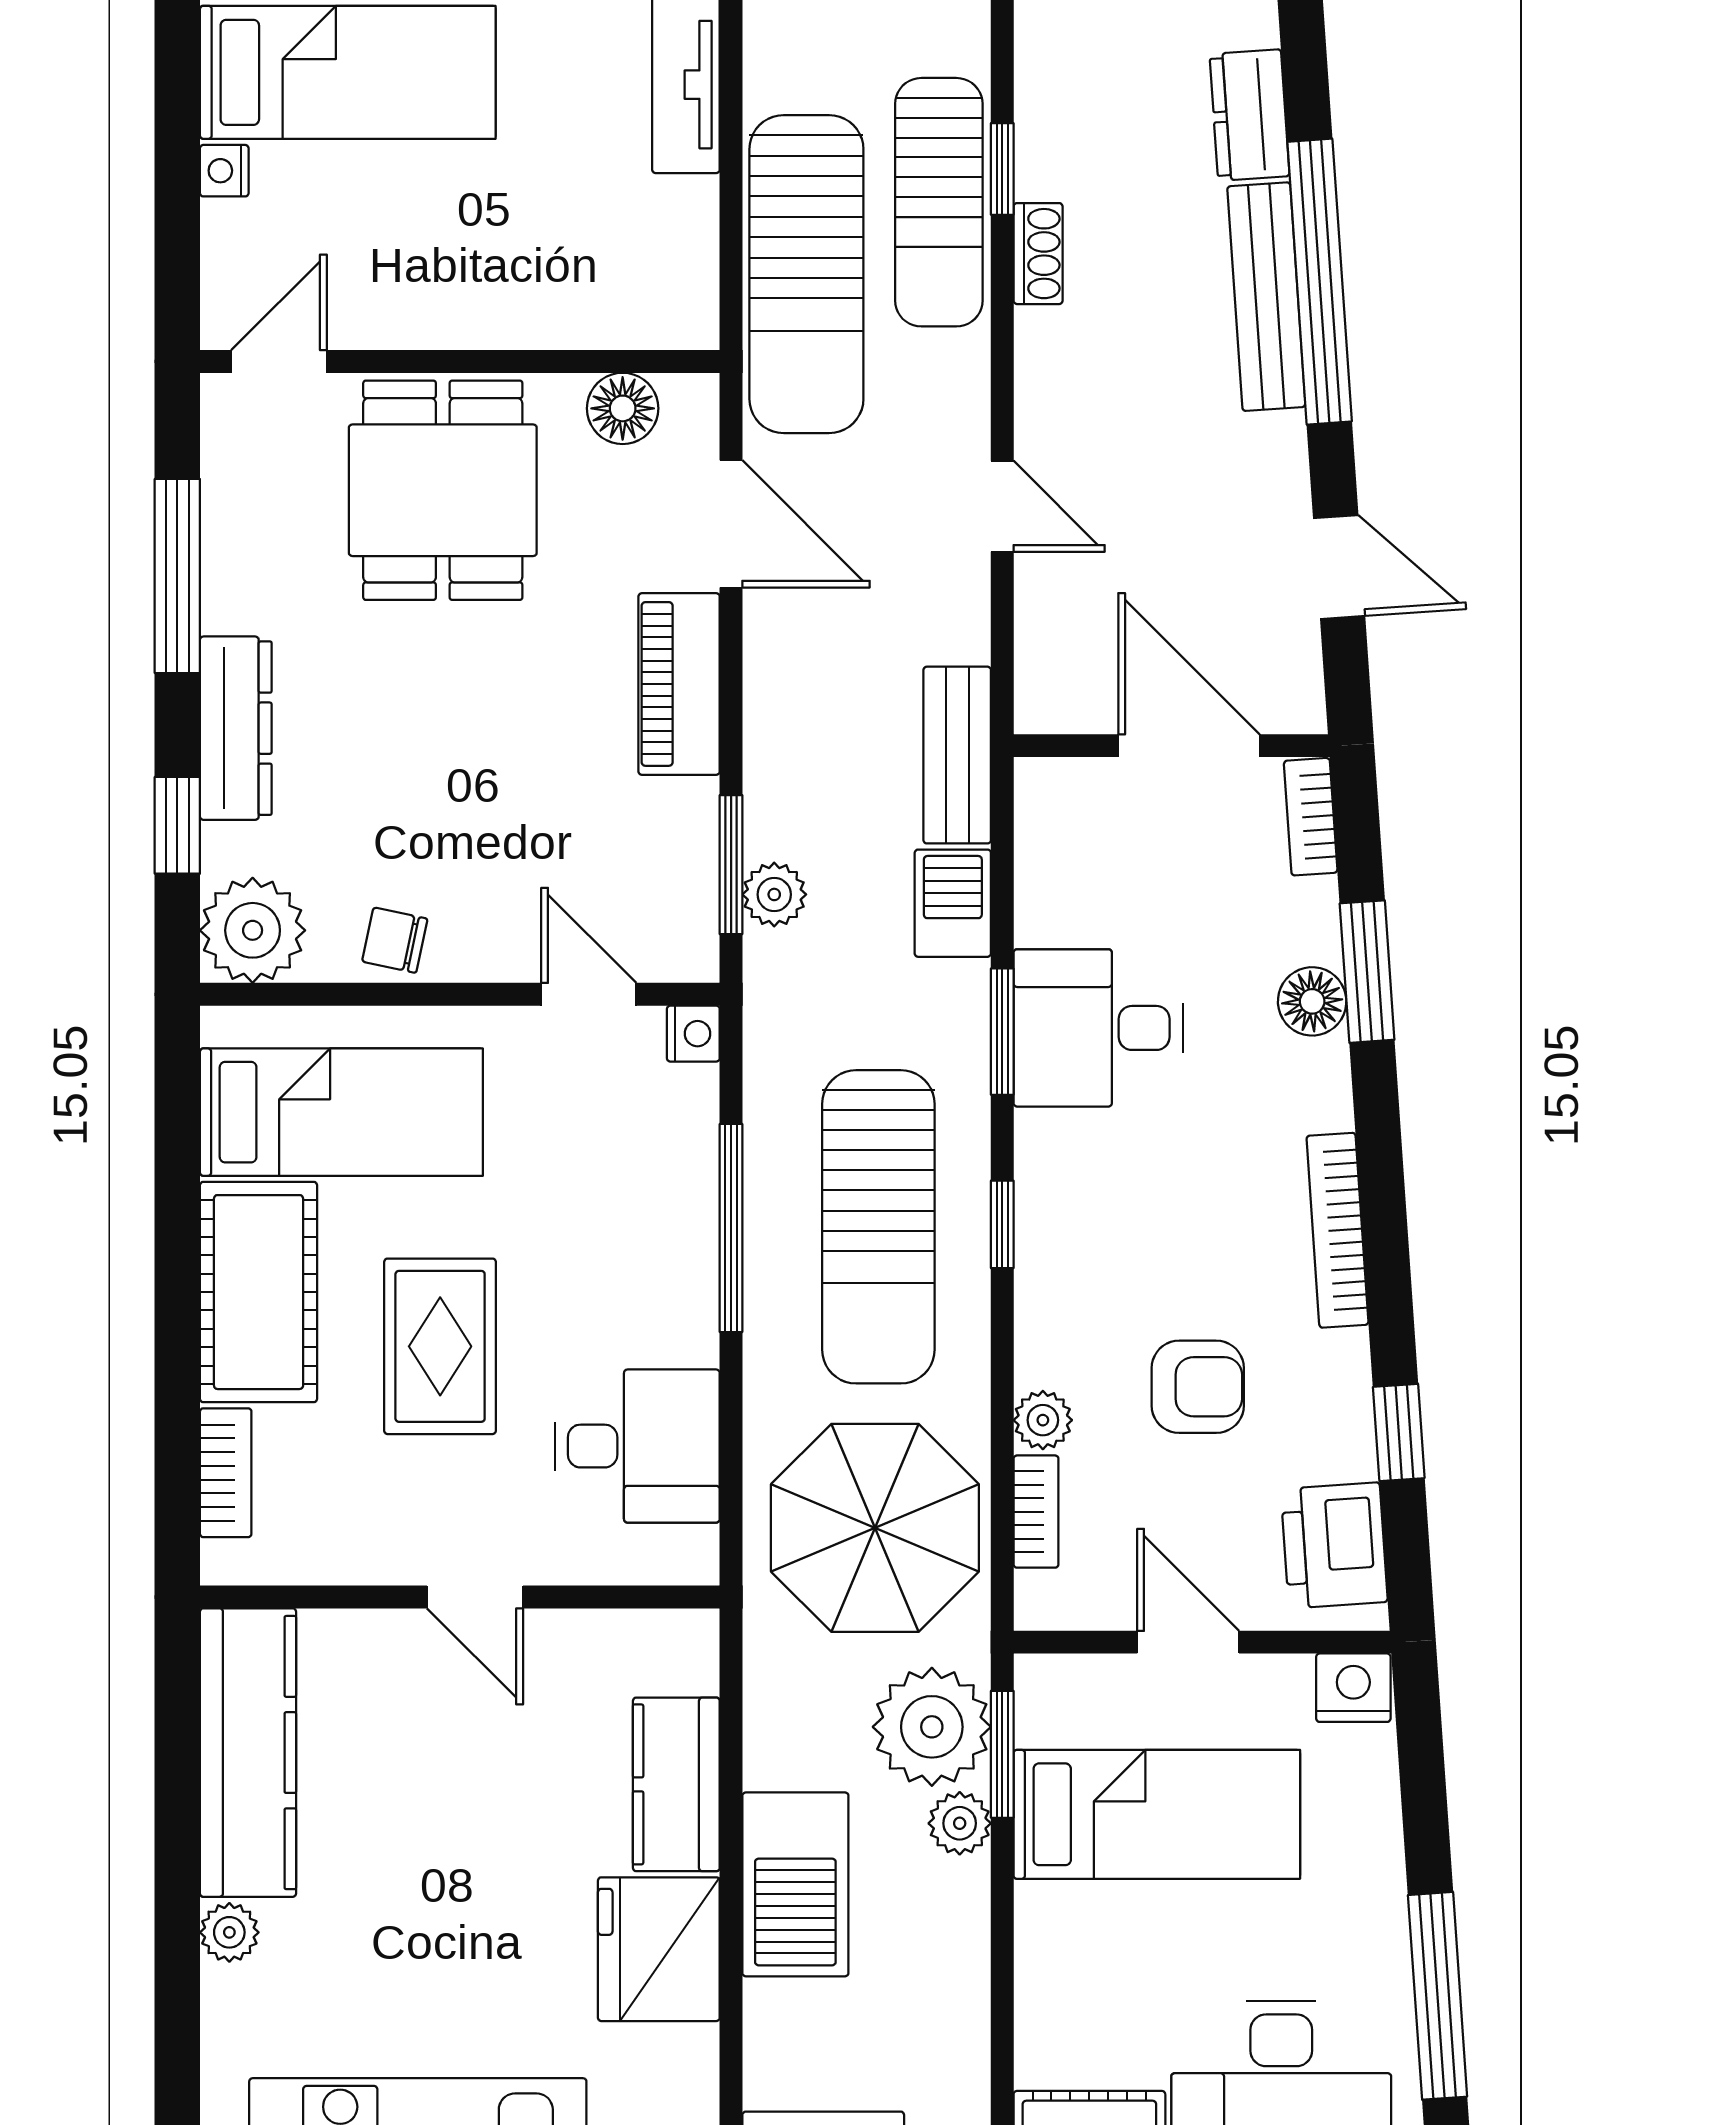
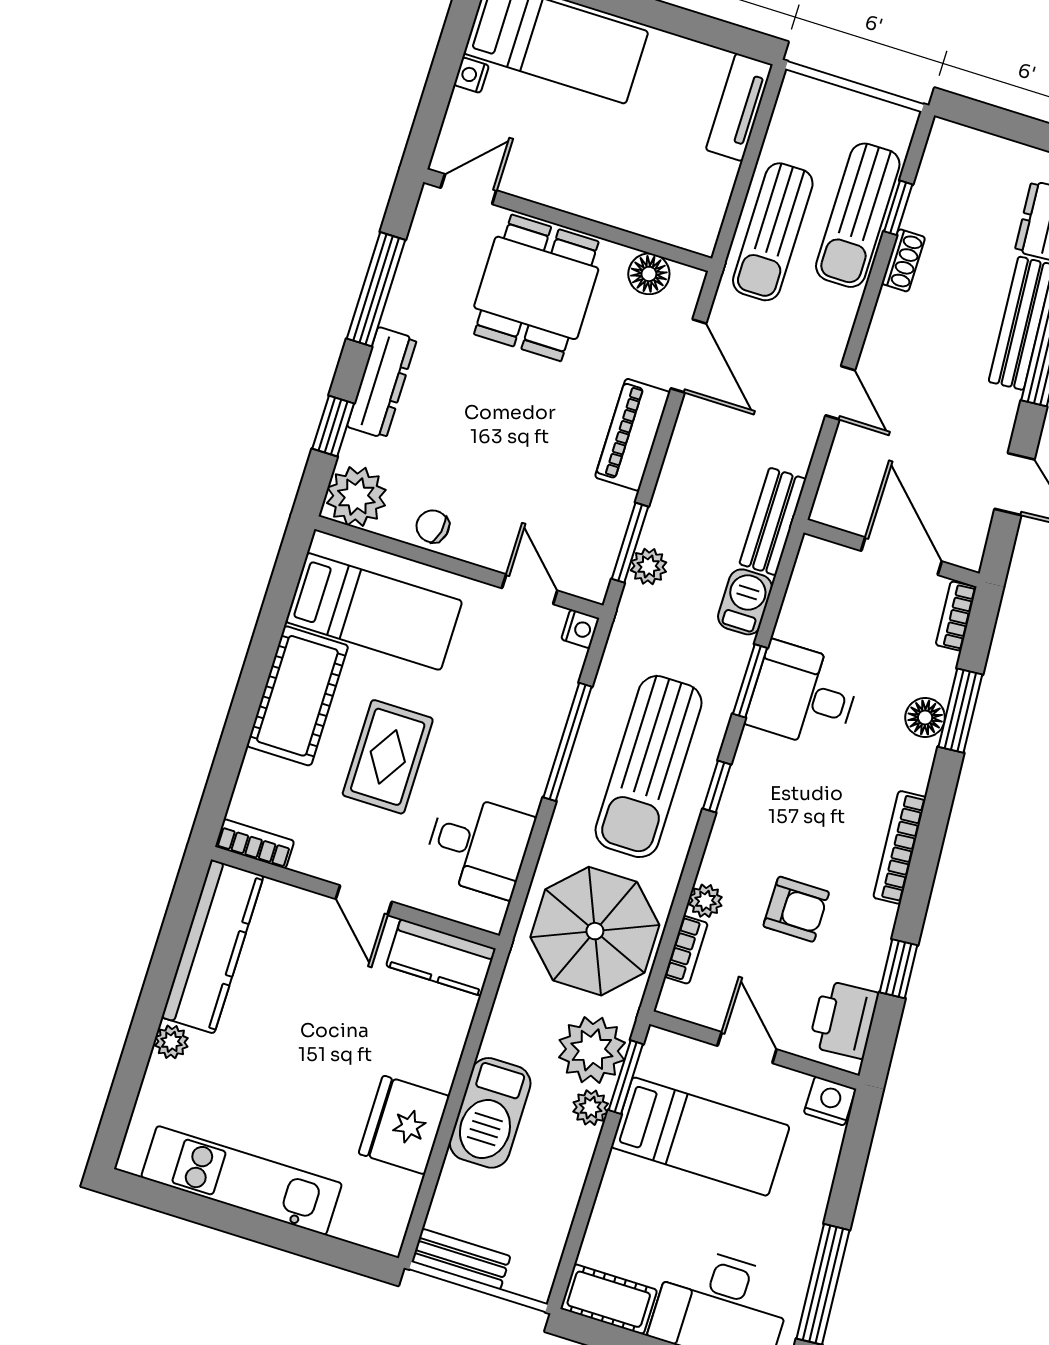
sun lounger: (806, 274) -> (773, 232), width x0.73, depth x0.75
bookcase: (226, 1473) -> (255, 844), moved, turned -90
kitchen counter: (676, 1784) -> (441, 957), moved, turned -90

